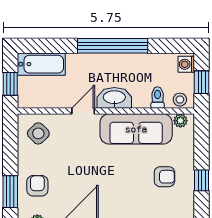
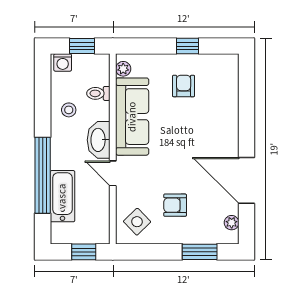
window: (113, 46) -> (43, 175), moved
bathtub: (41, 64) -> (62, 196), moved
stool: (180, 100) -> (69, 110), moved
armchair: (37, 186) -> (175, 205), moved

